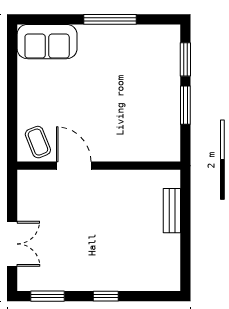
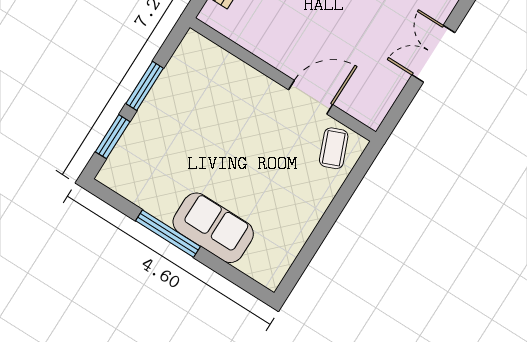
sofa: (47, 42) -> (213, 228), moved
door: (74, 166) -> (311, 97), swing flipped

